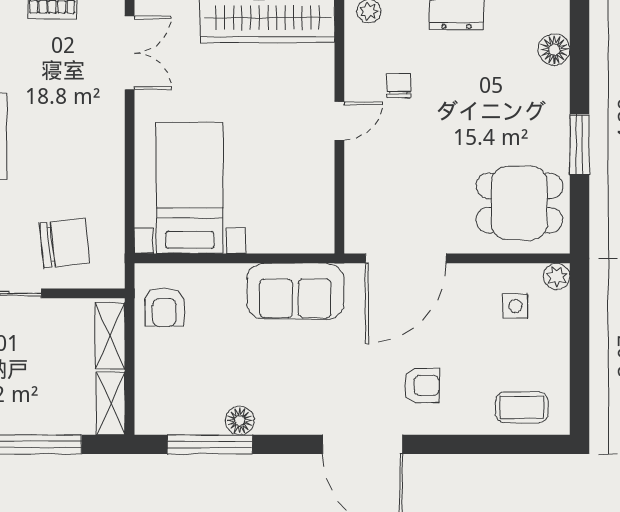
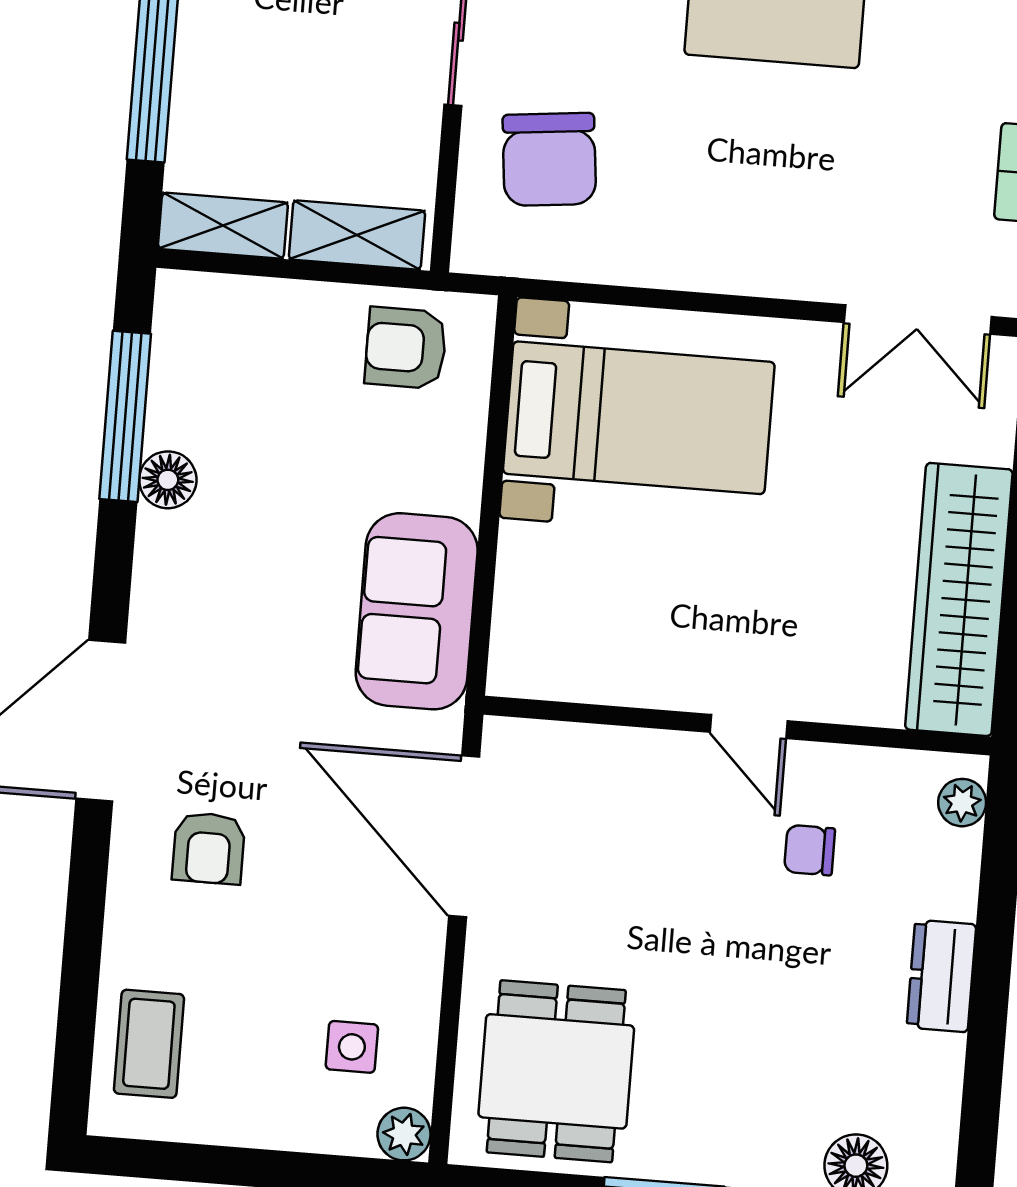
chair: (399, 85) -> (810, 850), turned 180

